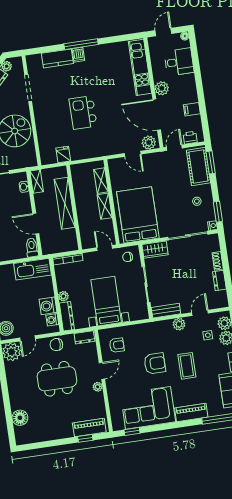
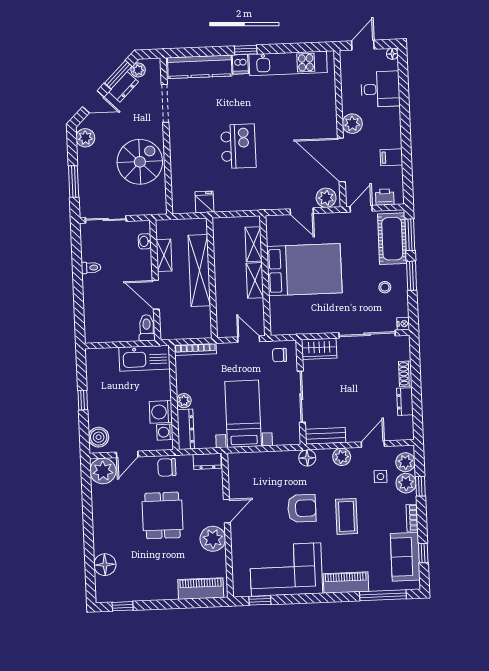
window: (81, 44) -> (246, 50), width x0.46
kitchen counter: (57, 58) -> (200, 67), width x1.50
kitchen unit: (140, 67) -> (288, 63), moved, turned -90
kitchen island: (83, 113) -> (238, 146), turned 180
shelving: (37, 181) -> (164, 255), moved
window: (218, 212) -> (412, 276), moved
bed: (138, 215) -> (304, 270), moved, turned 90
floor lamp: (155, 327) -> (307, 458), added
armchair: (117, 345) -> (251, 477), removed
dining table: (57, 379) -> (163, 515), width x0.73
plant: (98, 387) -> (213, 539), width x1.87, depth x1.87
window: (85, 438) -> (123, 606), moved

